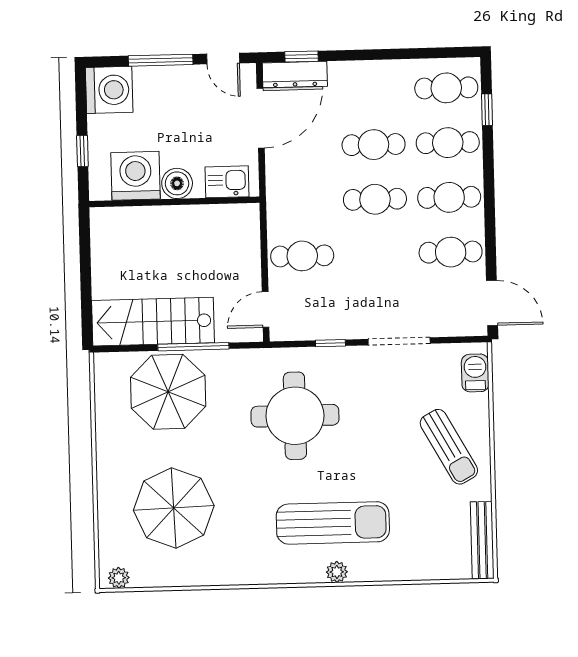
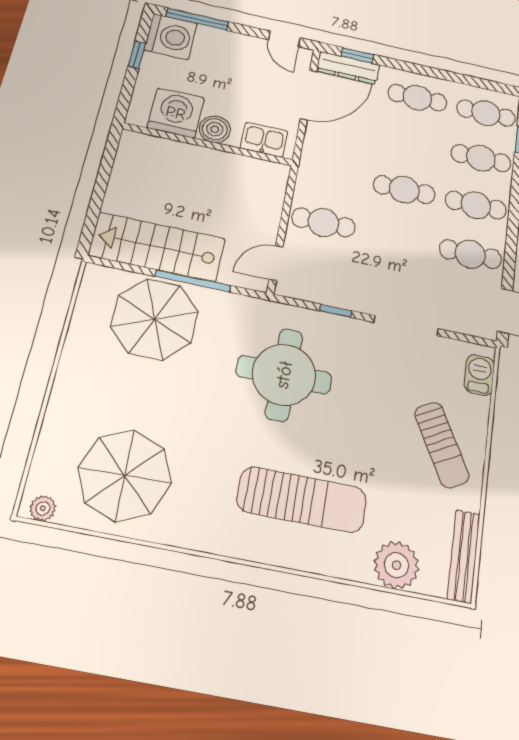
window: (161, 60) -> (197, 19), moved
cafe table: (374, 145) -> (417, 98), moved
window: (82, 151) -> (137, 55), moved
parasol: (174, 508) -> (125, 475), moved
plant: (337, 572) -> (396, 565), moved, width x1.88, depth x1.88

